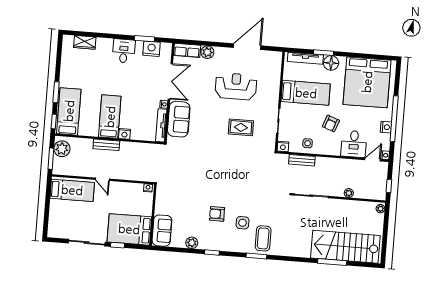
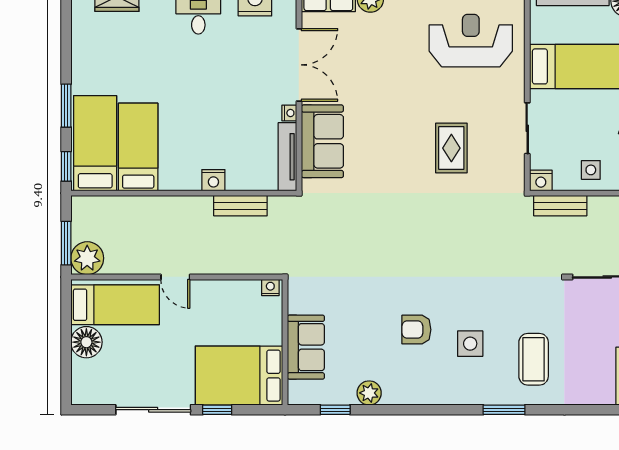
reception desk: (236, 86) -> (471, 41), moved
bed: (110, 117) -> (138, 147), moved
rug: (241, 127) -> (451, 148), turned 90
bench: (106, 145) -> (240, 206), moved
plant: (62, 149) -> (87, 258), moved
bench: (302, 160) -> (560, 206), moved
floor lamp: (57, 207) -> (86, 342), added
sofa: (162, 231) -> (306, 347), moved
coffee table: (263, 238) -> (534, 359), moved
window: (212, 253) -> (335, 410), moved

